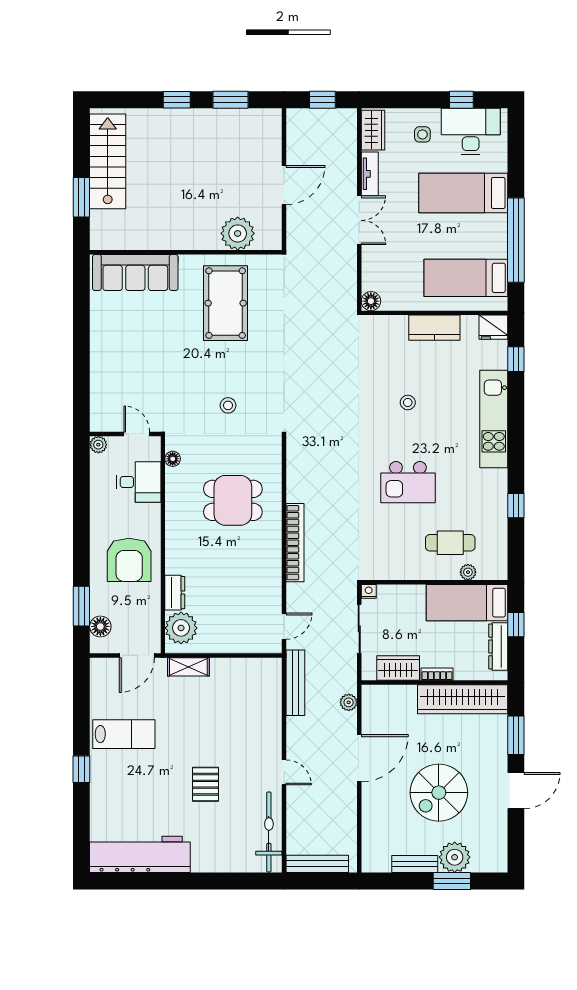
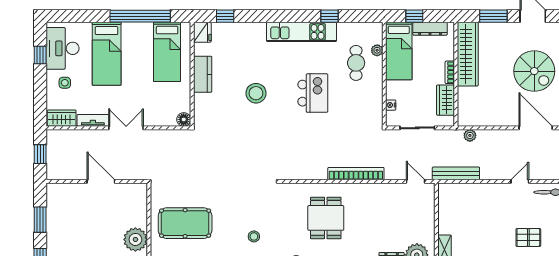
plant: (238, 233) -> (135, 239), moved
stool: (408, 402) -> (256, 93), width x1.89, depth x1.89
stool: (228, 405) -> (254, 236), moved
kitchen unit: (494, 419) -> (302, 32), moved
nightstand: (369, 591) -> (391, 105), moved
door: (359, 758) -> (536, 128), moved

